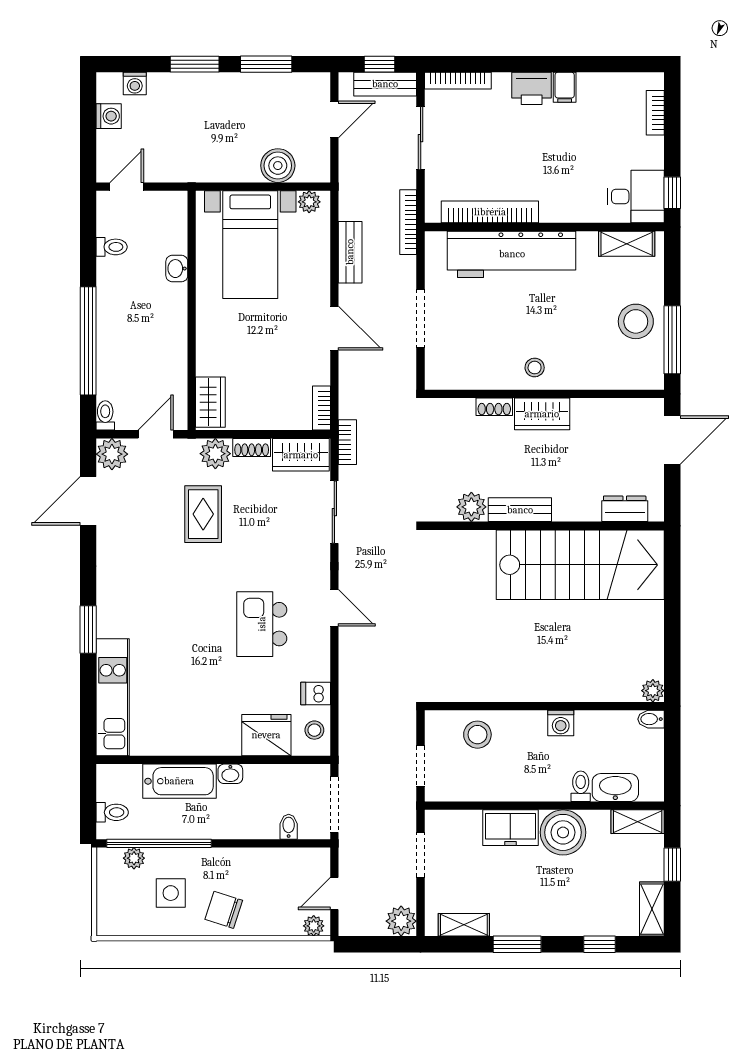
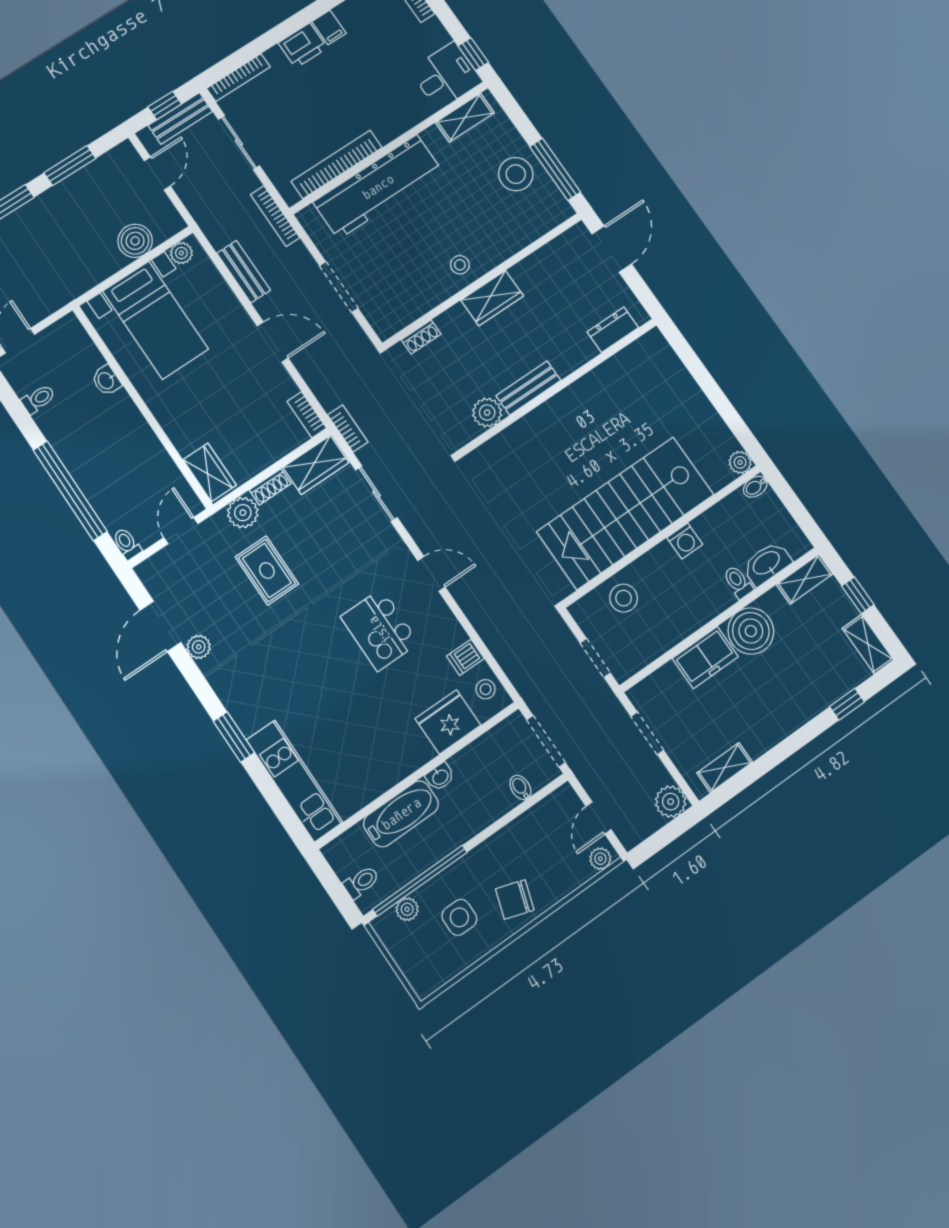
shoe rack: (494, 407) -> (421, 337), moved
plant: (112, 454) -> (199, 647), moved, width x0.73, depth x0.73
stairs: (580, 565) -> (625, 513), moved, turned 180
window: (517, 944) -> (780, 753), removed

